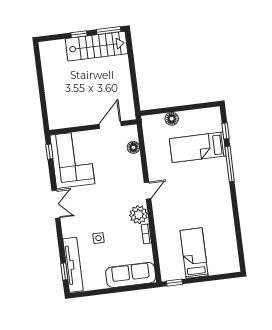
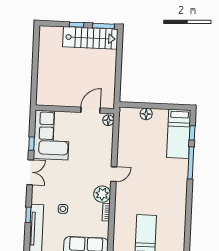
floor lamp: (133, 147) -> (108, 120), moved
bed: (198, 147) -> (179, 134), moved, turned -90
window: (49, 152) -> (31, 144), moved
window: (64, 271) -> (28, 215), moved

